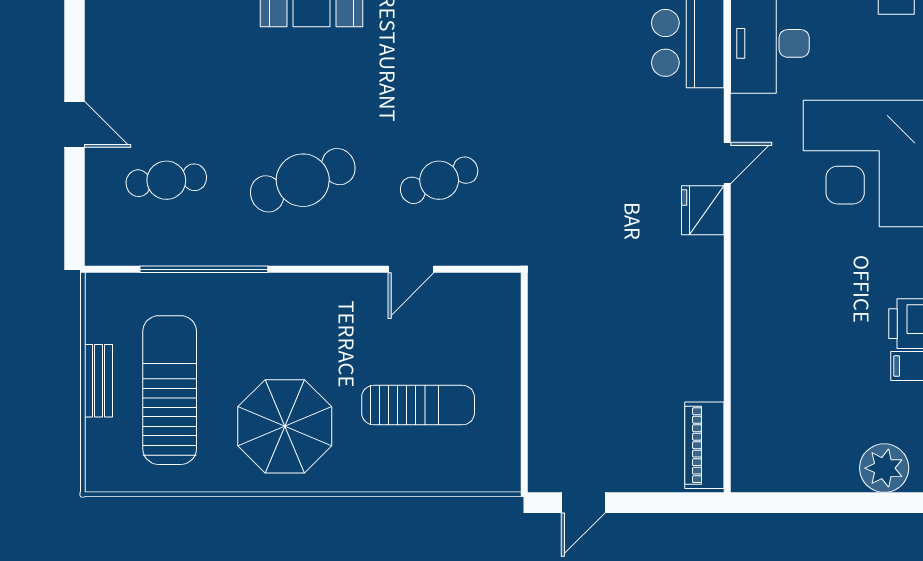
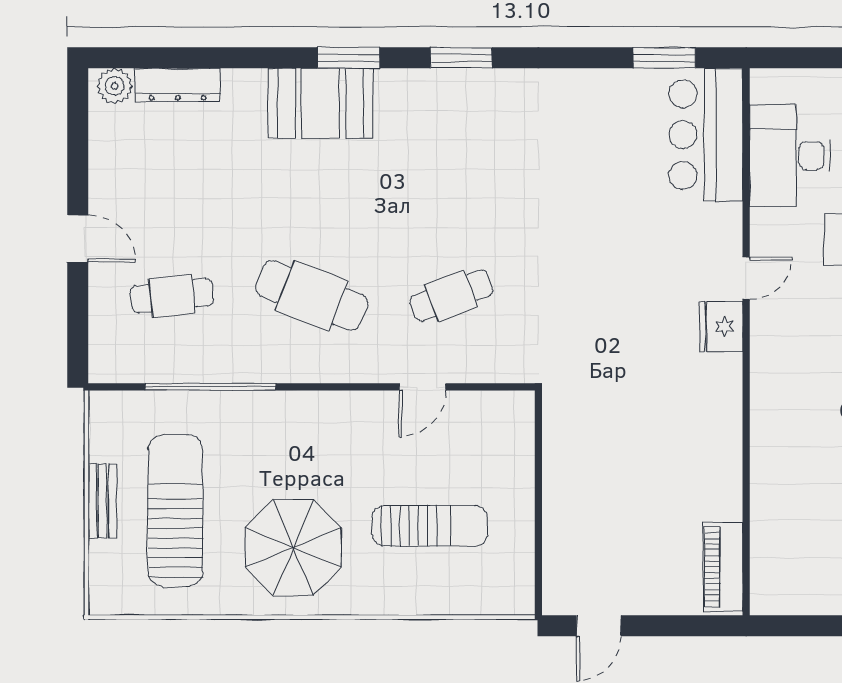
cafe table: (303, 180) -> (312, 296), turned 42

